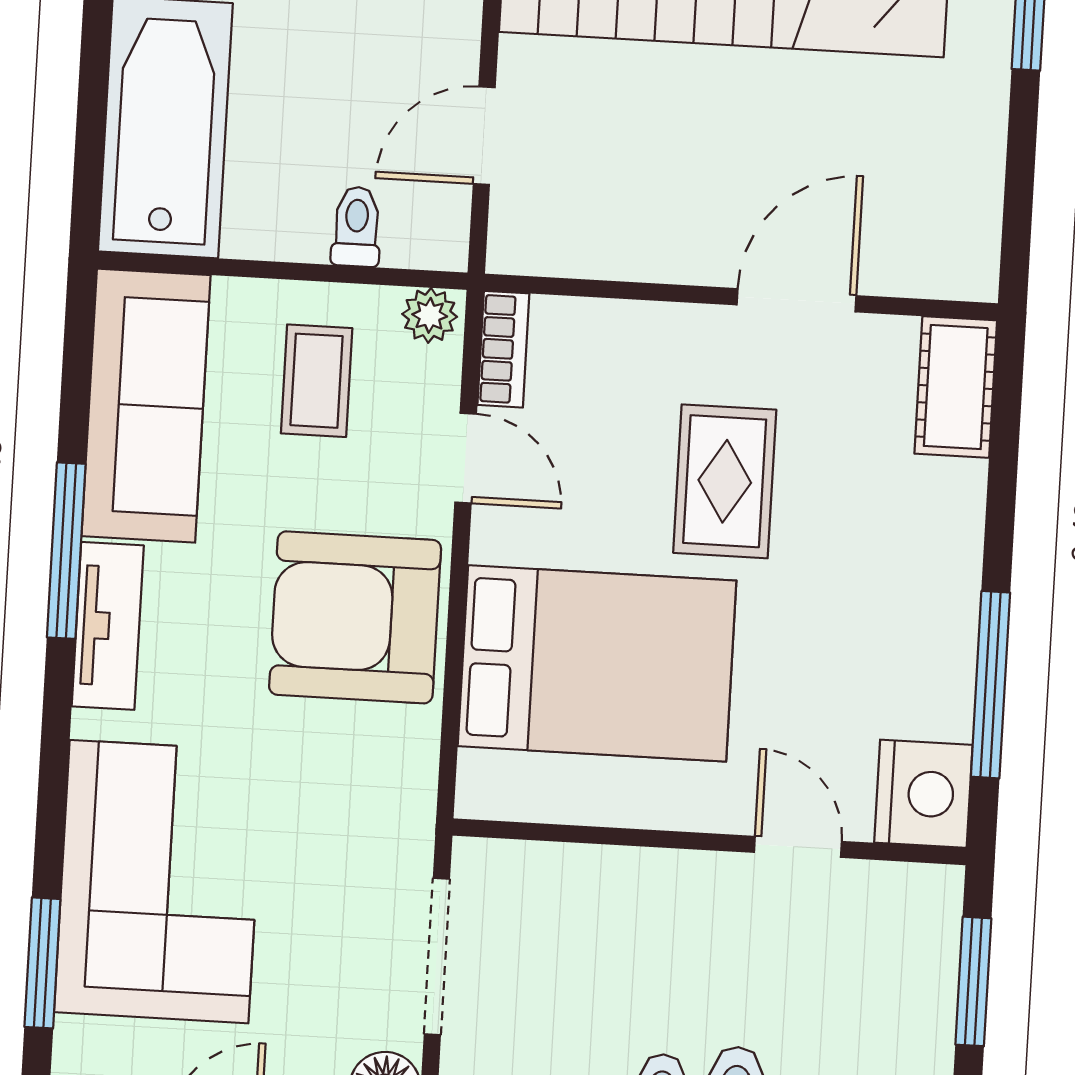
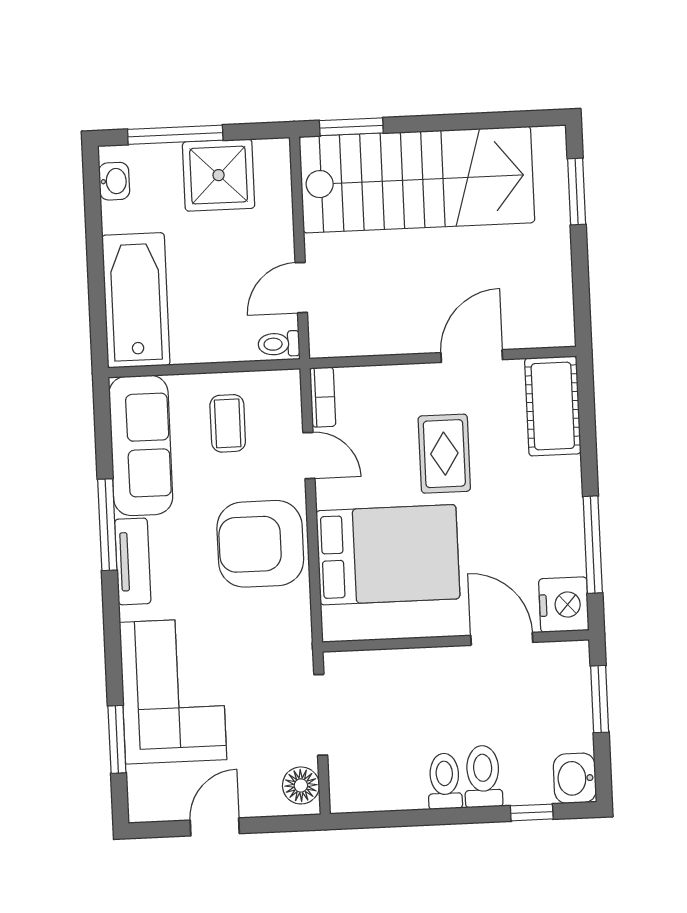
toilet: (356, 227) -> (279, 344), moved, turned -90
plant: (430, 315) -> (283, 384), removed
cot: (956, 387) -> (553, 406), width x1.37, depth x1.34
door: (798, 847) -> (502, 639), width x1.38

